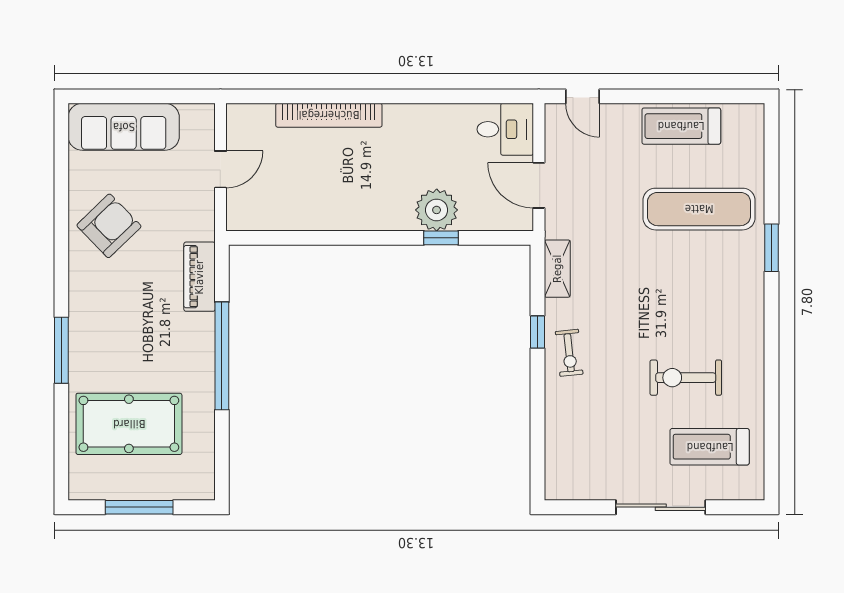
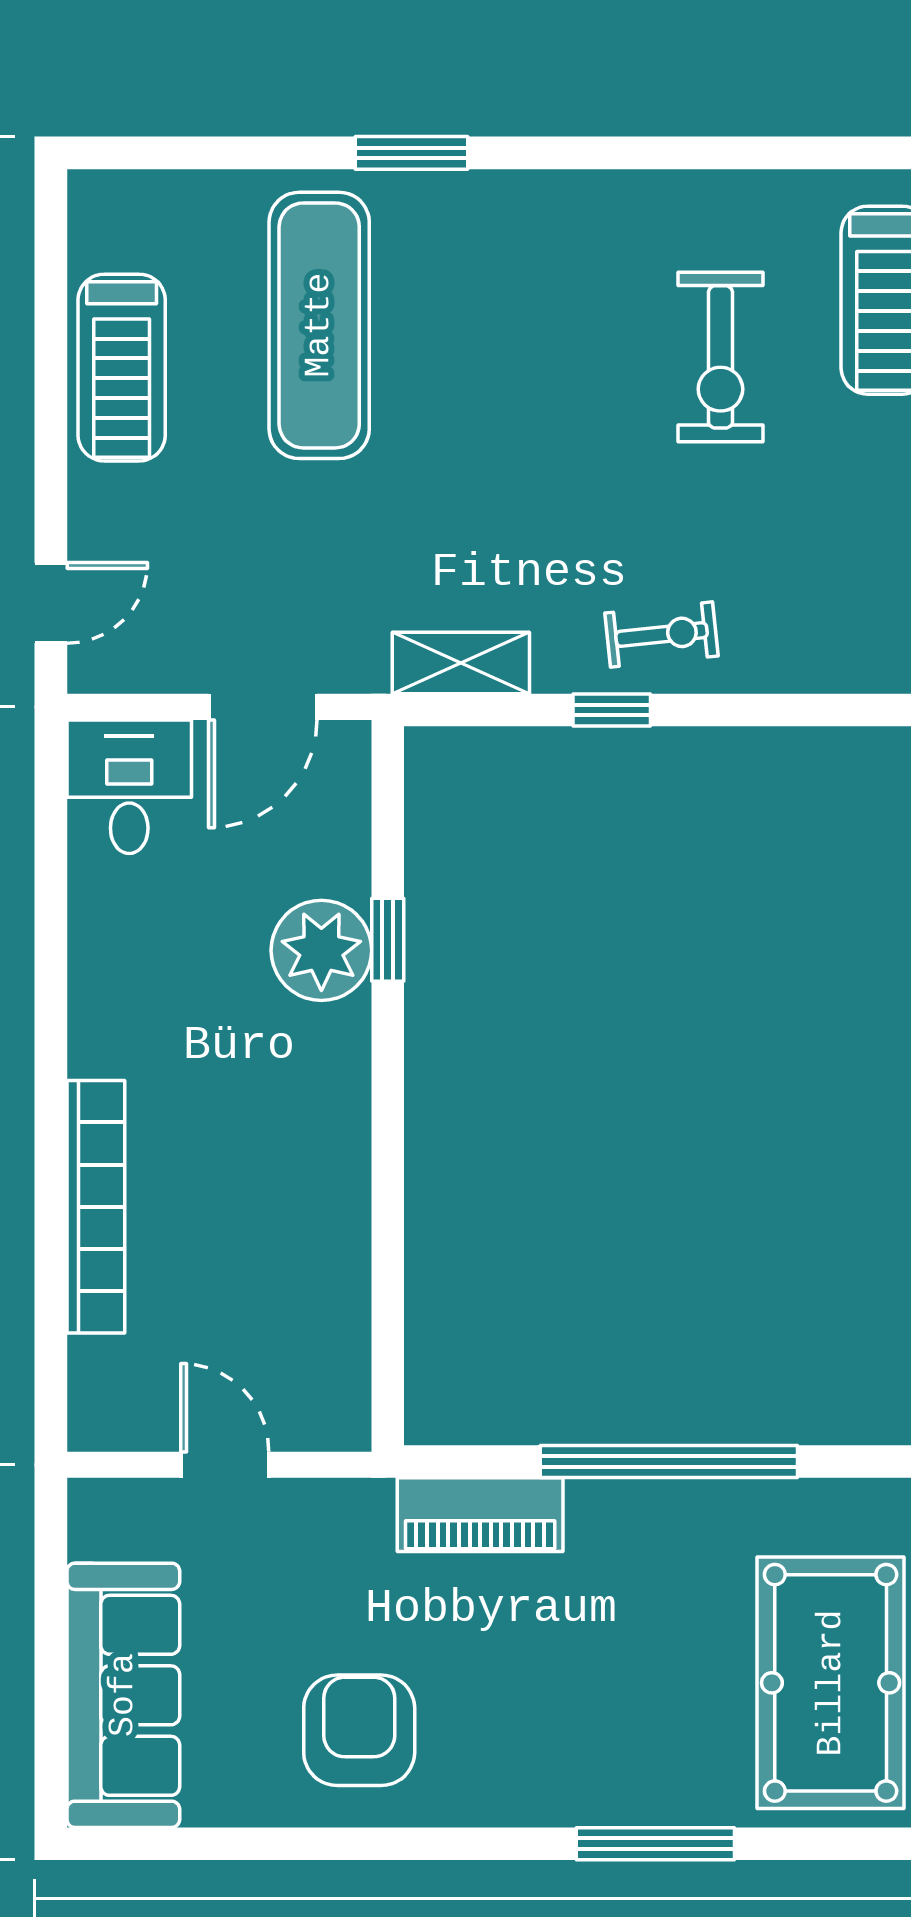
armchair: (109, 226) -> (359, 1730), turned 44

